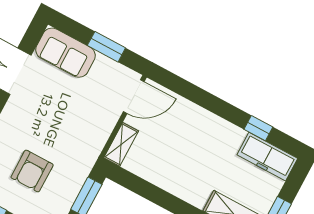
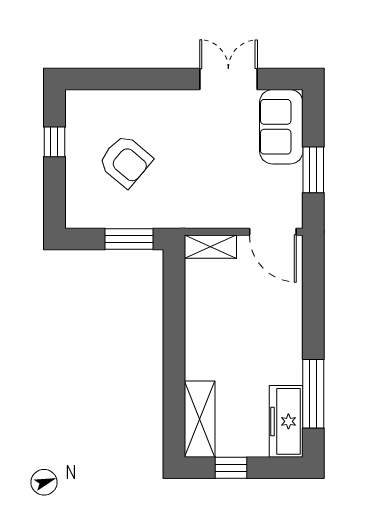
window: (258, 128) -> (313, 394), width x2.17
armchair: (32, 171) -> (125, 161), turned -140

